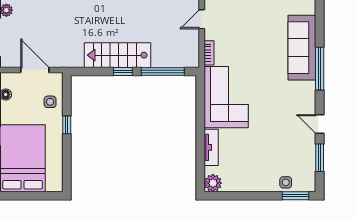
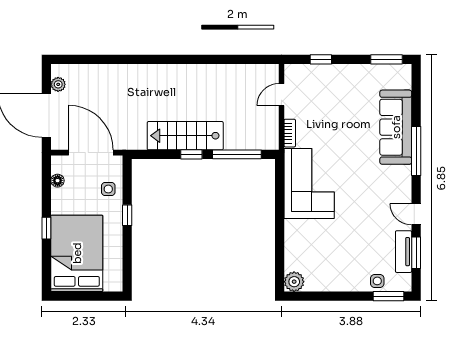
door: (35, 70) -> (91, 153), width x1.36
tv unit: (211, 147) -> (404, 252), moved, turned 180

